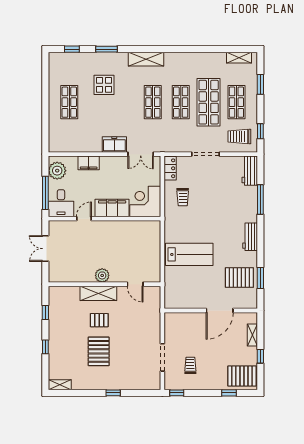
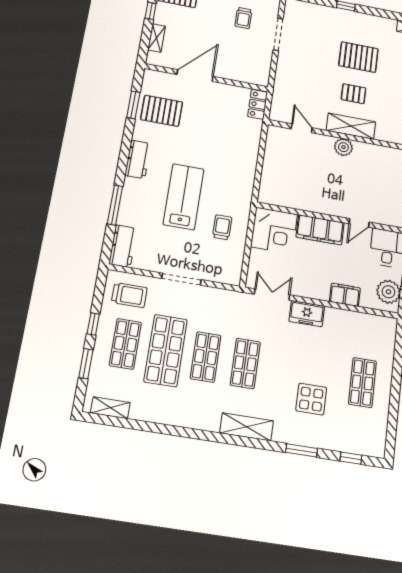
window: (260, 131) -> (93, 324), moved
locker: (170, 168) -> (258, 104), moved
lab bench: (189, 254) -> (184, 197), moved, turned 90
pallet: (99, 351) -> (358, 57), turned 90

